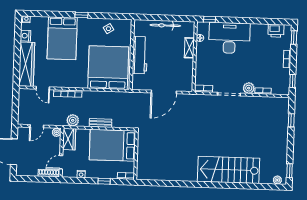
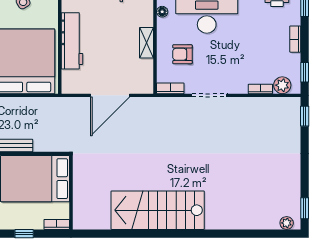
shelving: (189, 48) -> (147, 43), moved
armchair: (212, 66) -> (182, 54), added
plant: (249, 88) -> (282, 85), moved
window: (291, 120) -> (305, 116), moved
stairs: (229, 170) -> (158, 210), moved

